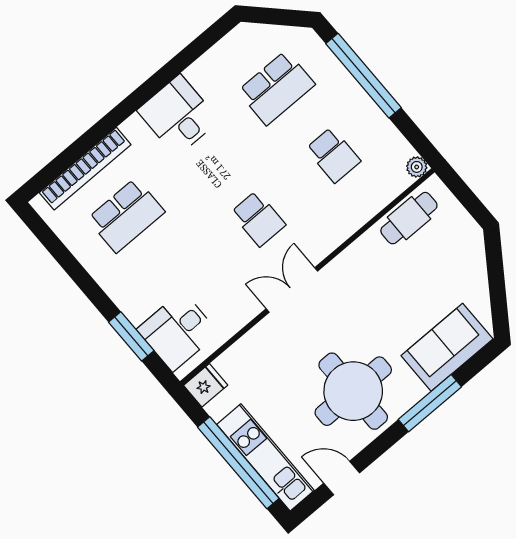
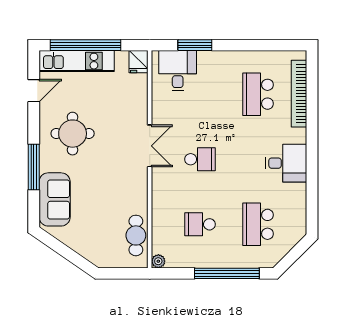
school desk: (258, 219) -> (200, 159), turned 180
round table: (353, 391) -> (73, 134), width x0.73, depth x0.73

